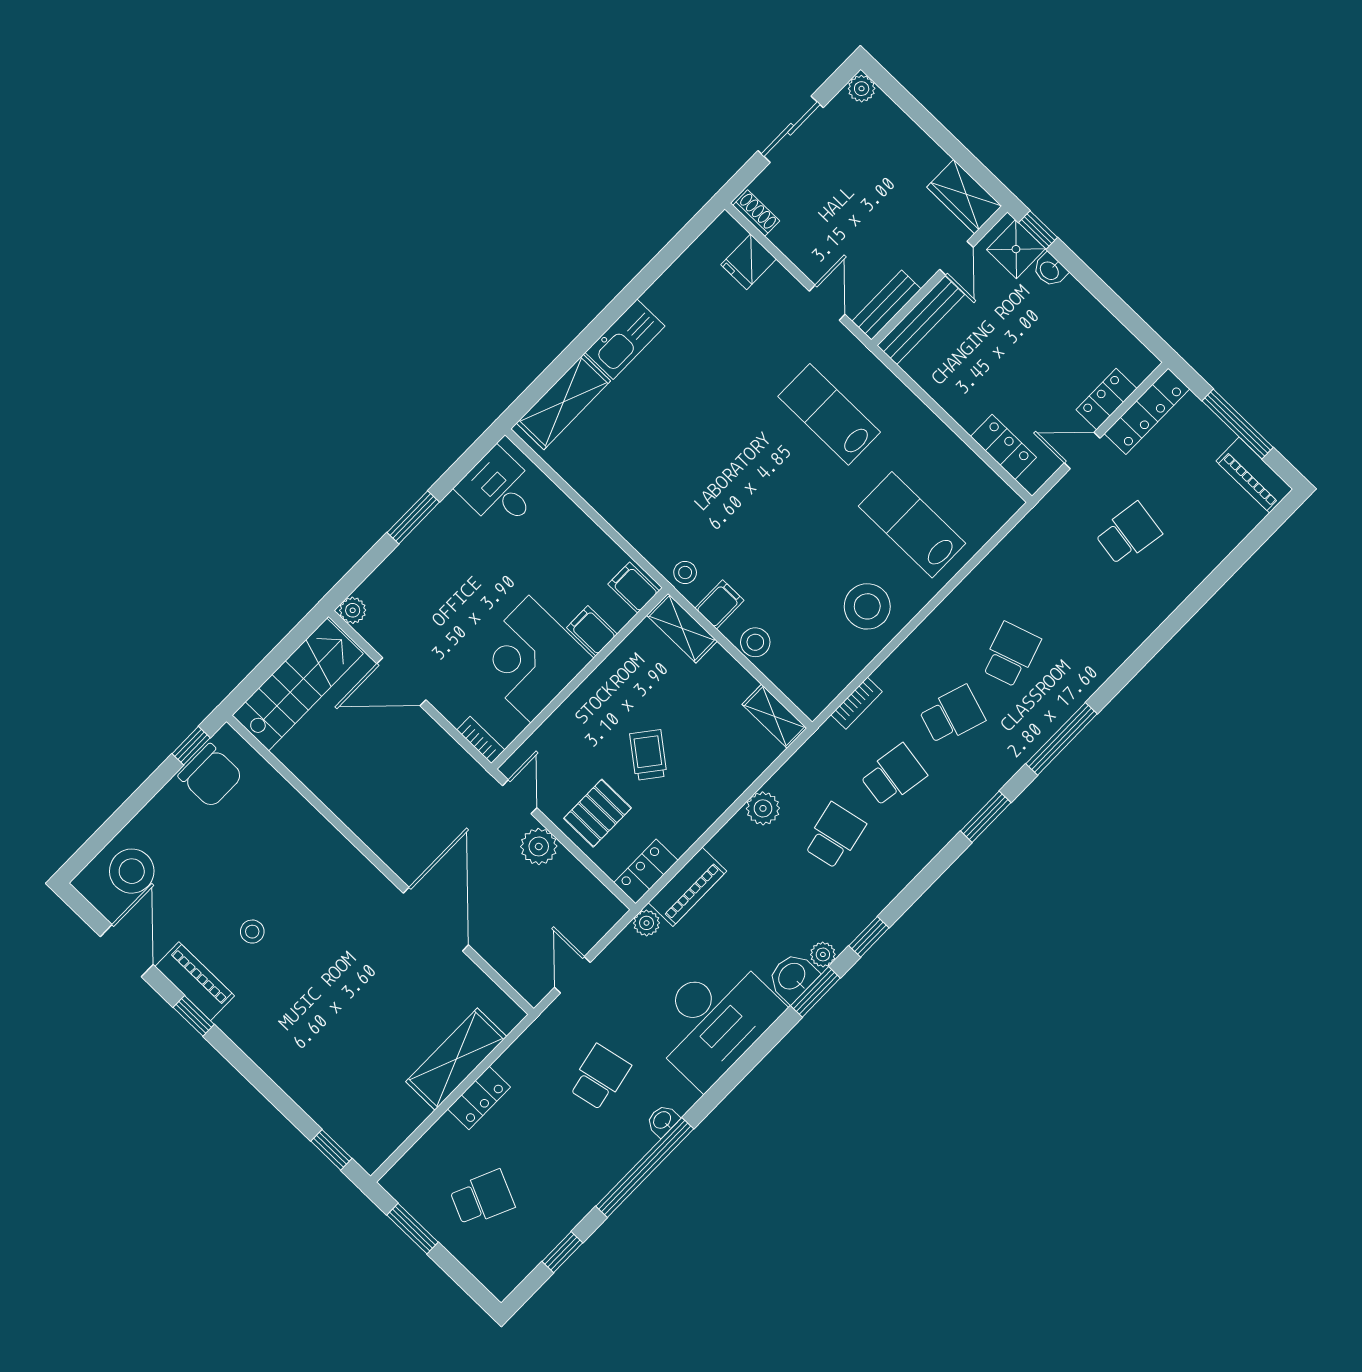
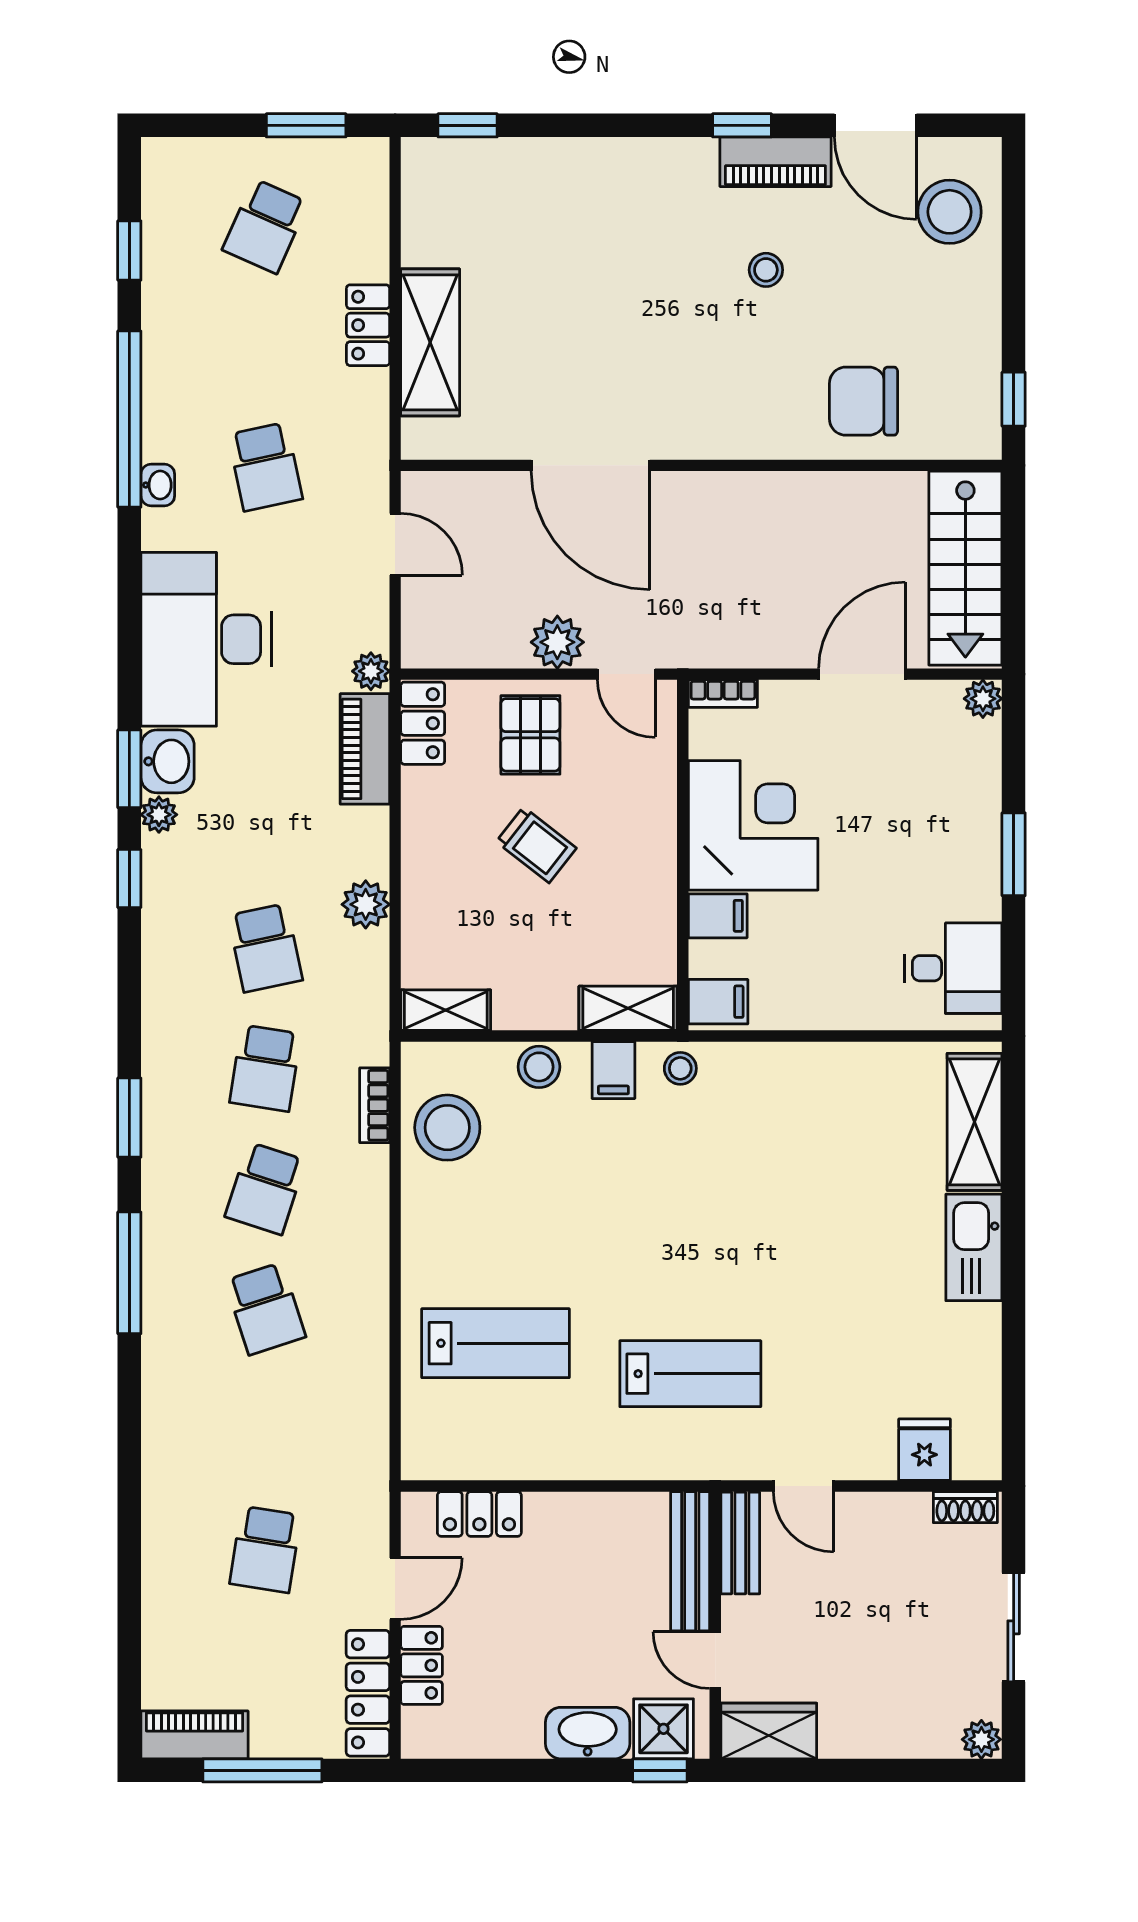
washbasin: (1050, 270) -> (588, 1733), width x1.91, depth x1.45
stool: (867, 606) -> (447, 1128), moved
chair: (211, 776) -> (863, 401), moved

